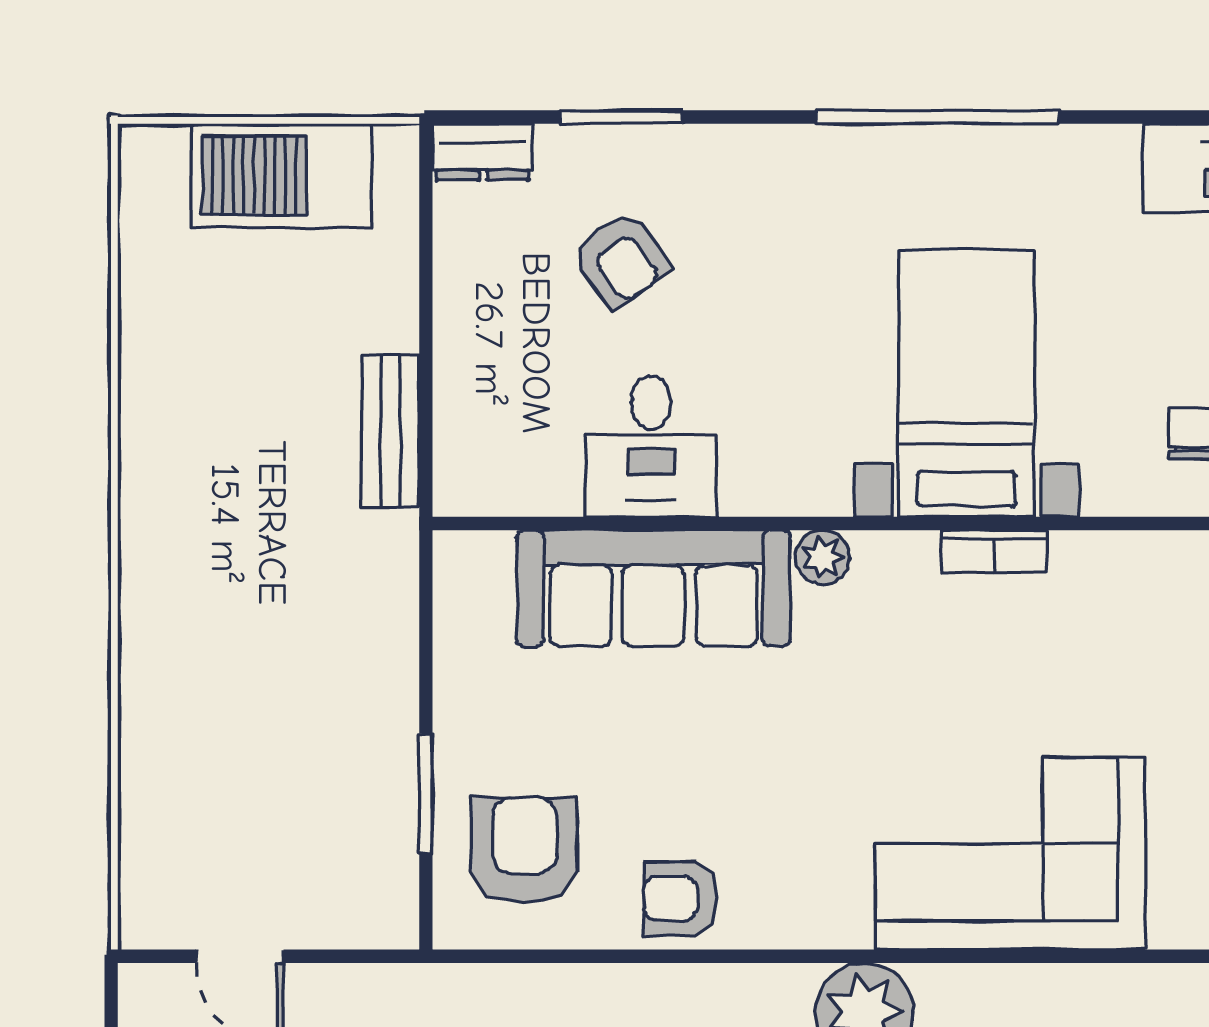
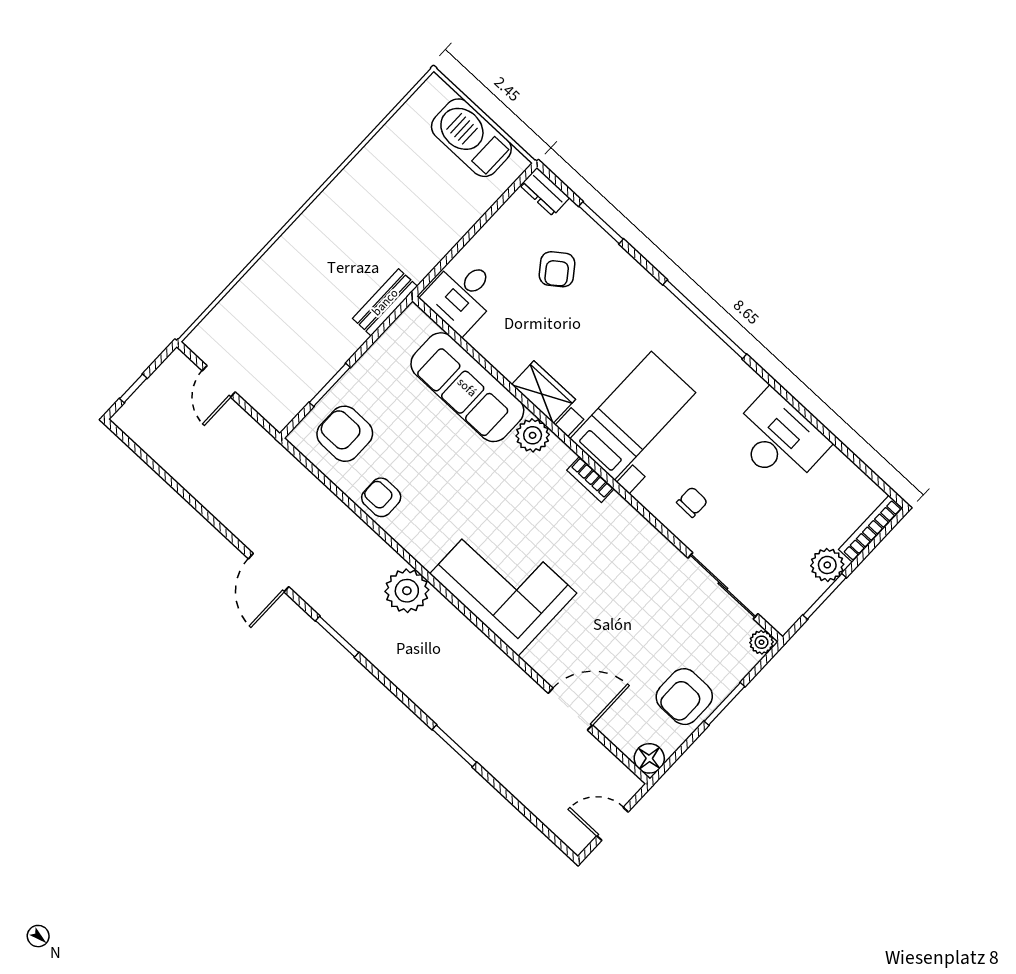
bench: (390, 431) -> (385, 302), moved
desk: (651, 446) -> (462, 295), moved
wardrobe: (785, 480) -> (544, 392), added
plant: (823, 557) -> (533, 435), width x1.38, depth x1.38
armchair: (525, 850) -> (345, 434), turned -90

